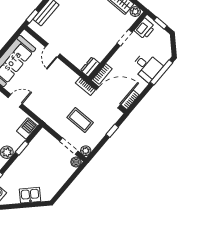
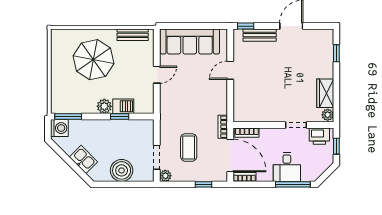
dresser: (90, 67) -> (244, 116), removed
door: (15, 101) -> (157, 75), hinge flipped
barbecue: (27, 128) -> (123, 106), moved
boiler: (76, 162) -> (122, 170), moved, width x1.86, depth x1.86

